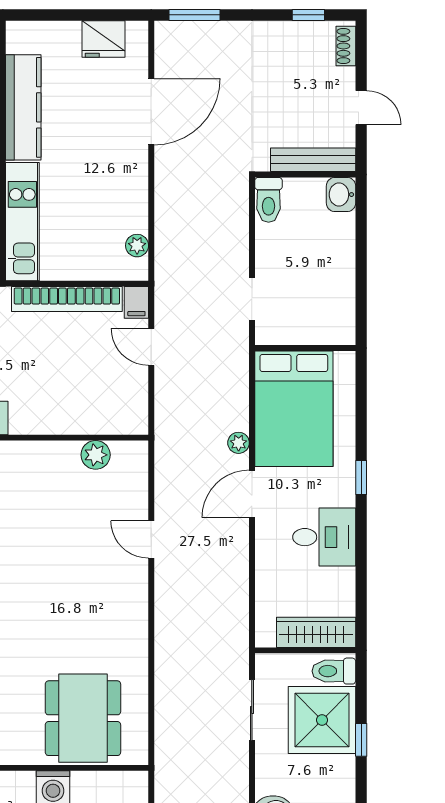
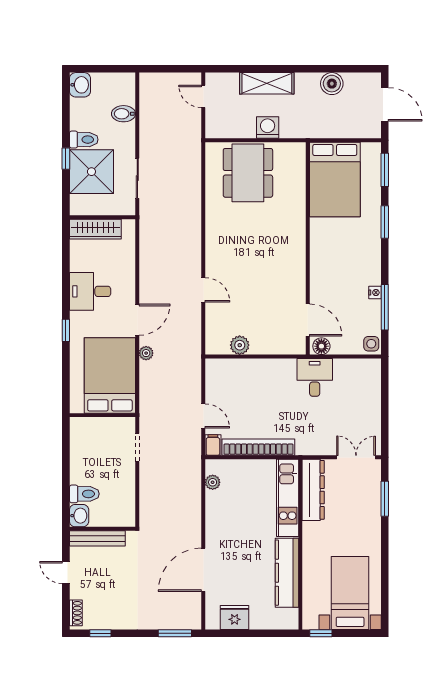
toilet: (269, 200) -> (84, 494), moved, turned 90
toilet: (334, 671) -> (84, 140), moved

